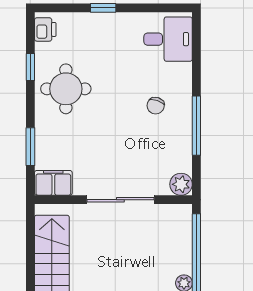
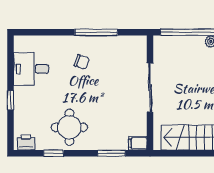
desk: (168, 39) -> (31, 69), moved, turned -90
filing cabinet: (53, 183) -> (138, 143), width x0.50
plant: (181, 184) -> (139, 43), removed

